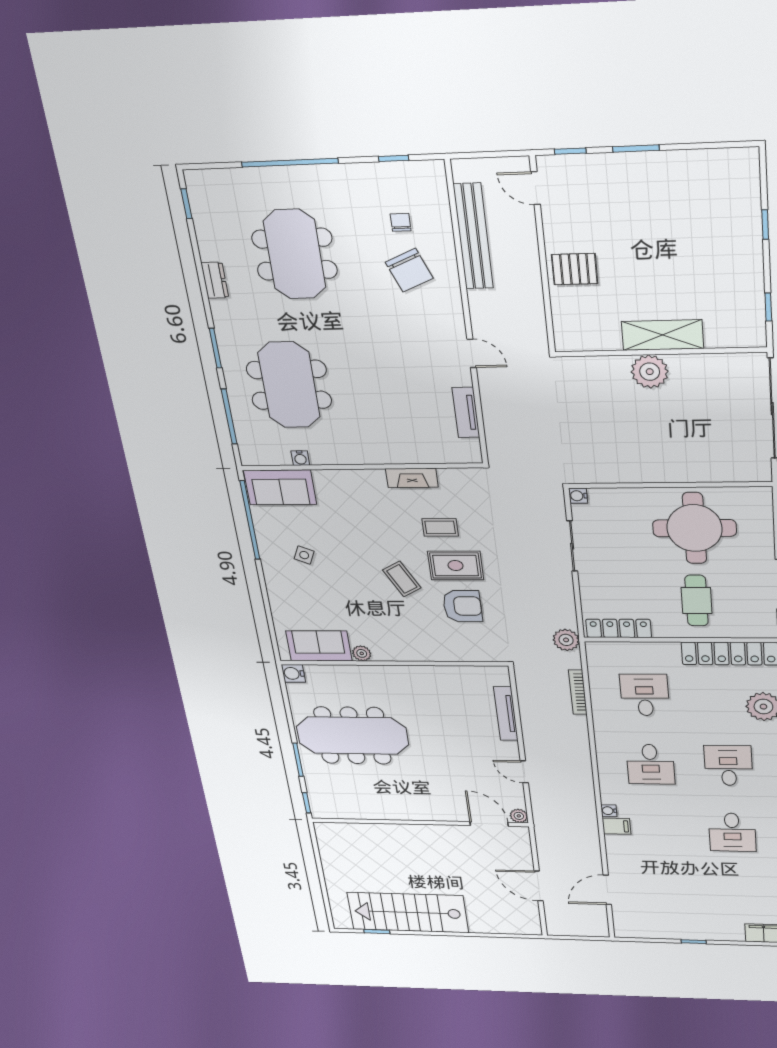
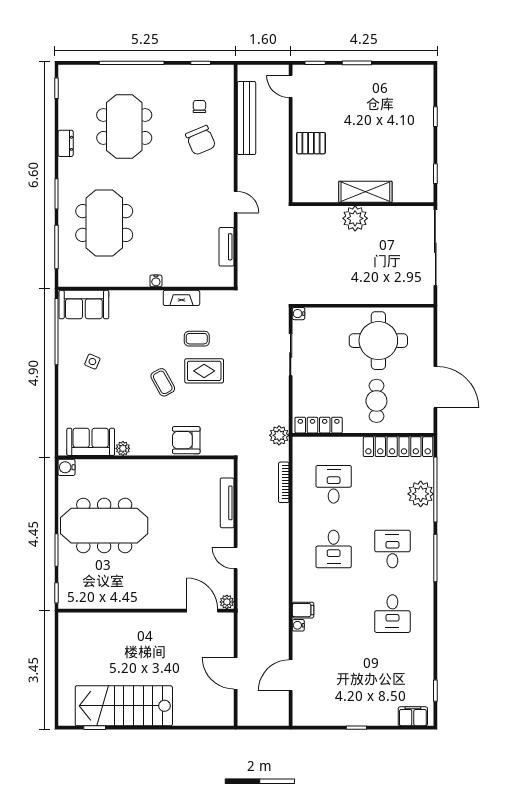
water cooler: (300, 458) -> (156, 281), moved
armchair: (462, 606) -> (186, 440), moved, turned 180
water cooler: (609, 811) -> (298, 625), moved

